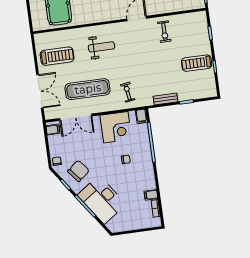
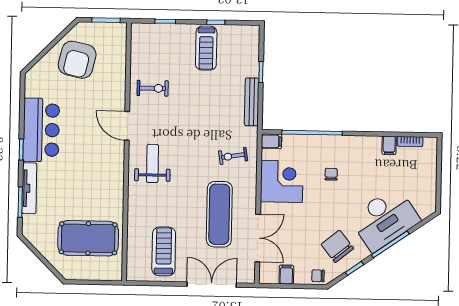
weight bench: (102, 47) -> (153, 163), moved
bench: (166, 99) -> (252, 102), width x1.36
filing cabinet: (53, 130) -> (286, 275), moved

